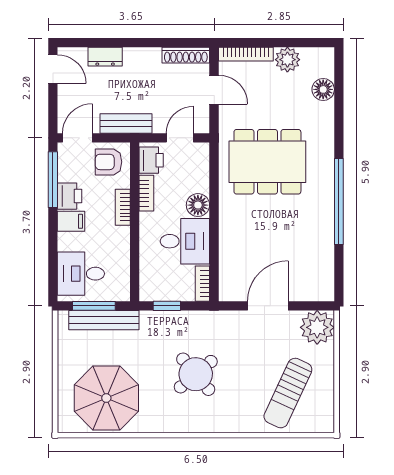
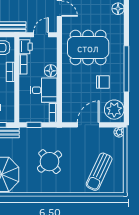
chair: (295, 226) -> (103, 82), added
plant: (316, 277) -> (114, 110), added
plant: (317, 327) -> (119, 132), width x0.53, depth x0.53

